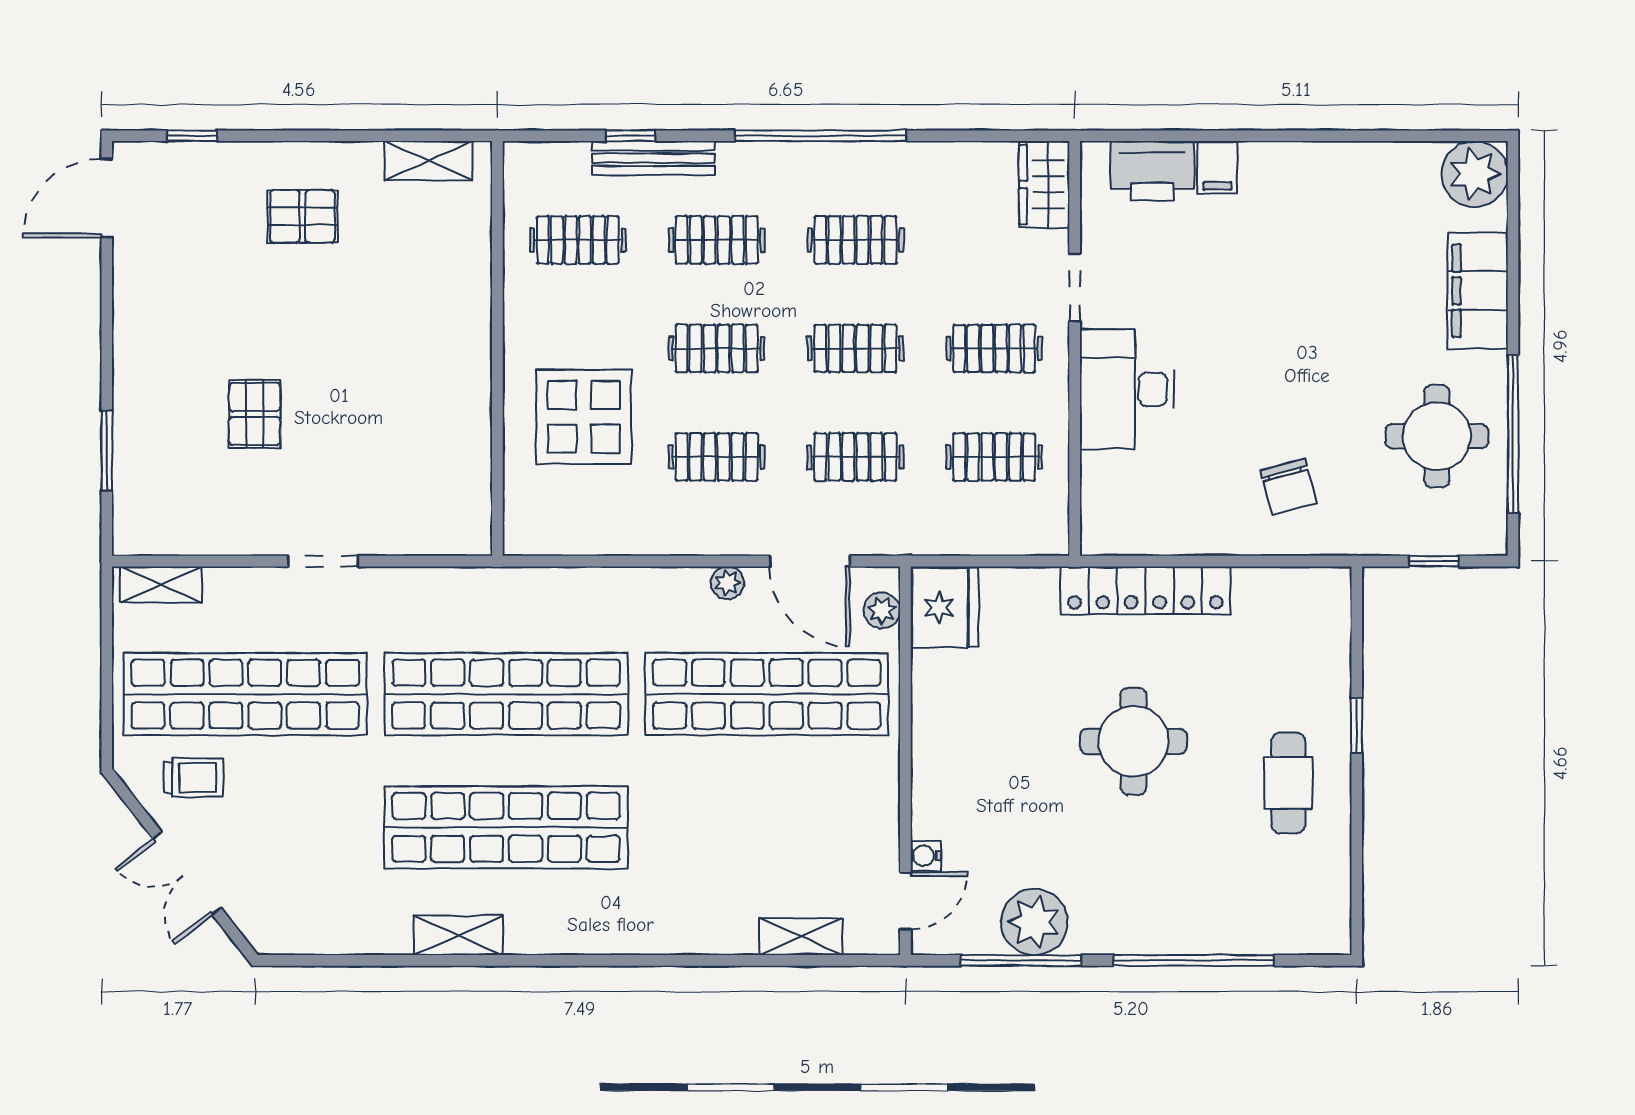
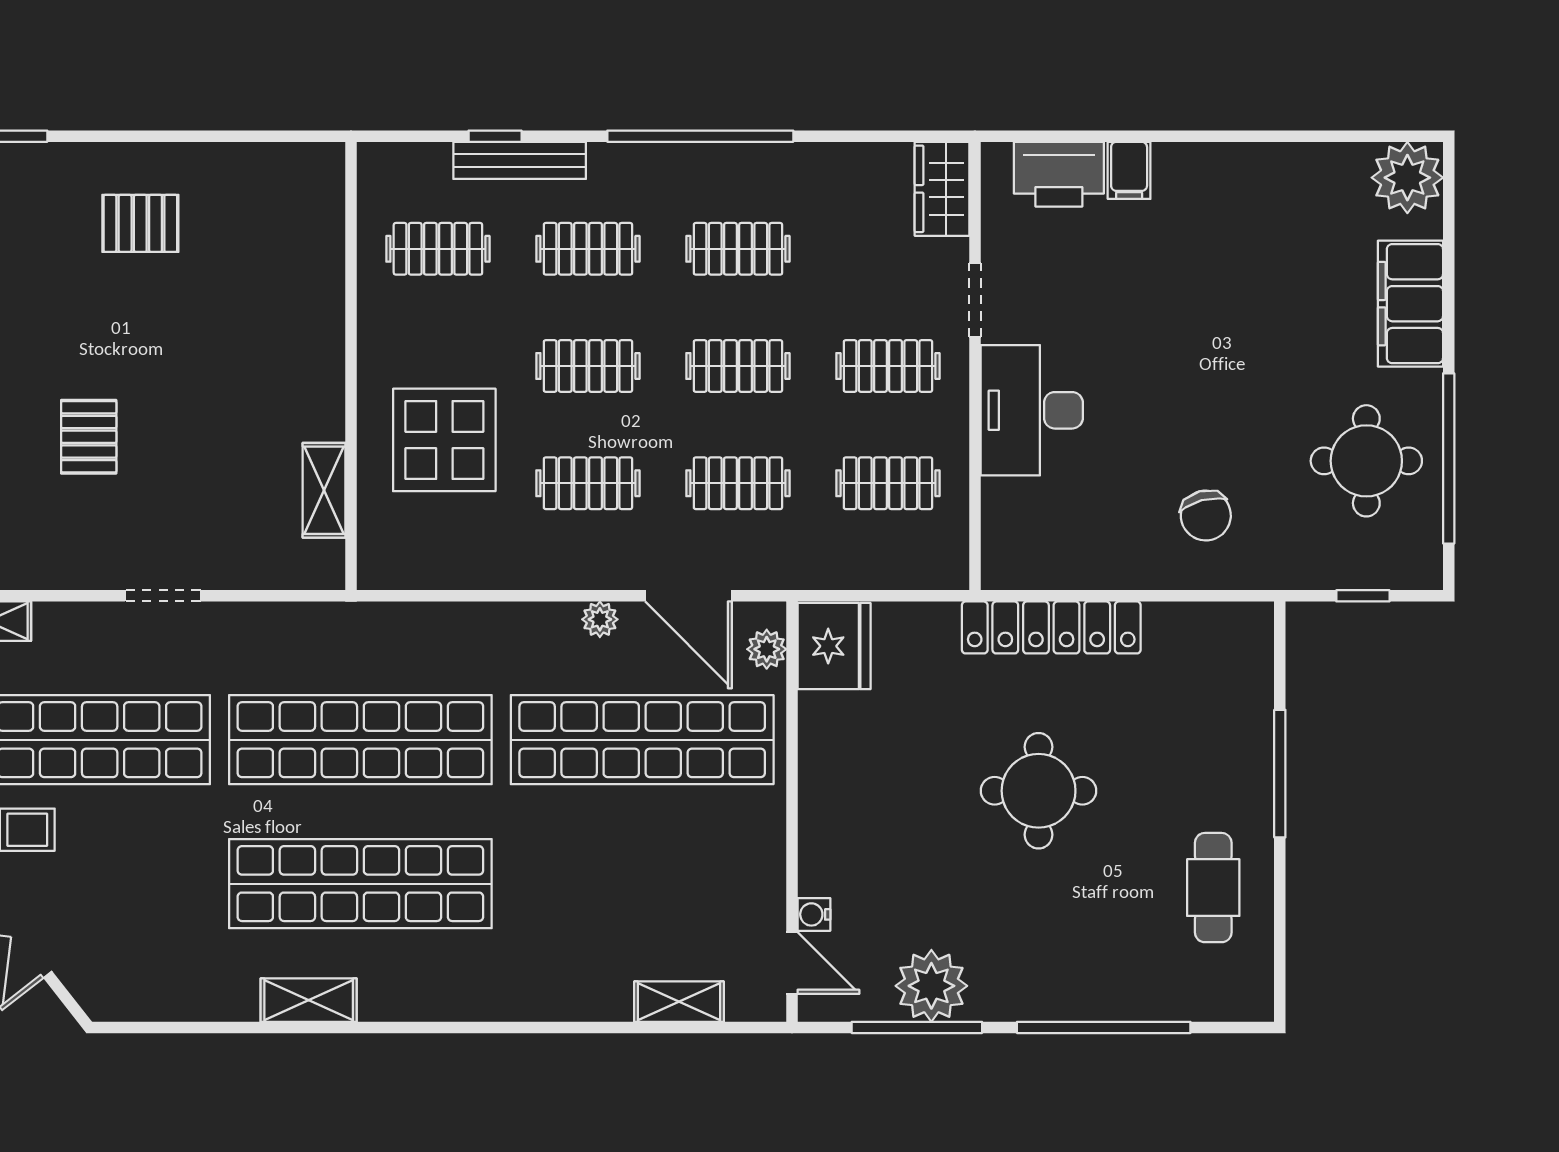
shelving: (429, 161) -> (324, 490), moved, turned 90
window: (1357, 726) -> (1280, 774), width x2.17
cafe table: (1288, 783) -> (1213, 888), moved
door: (905, 901) -> (792, 963), hinge flipped

